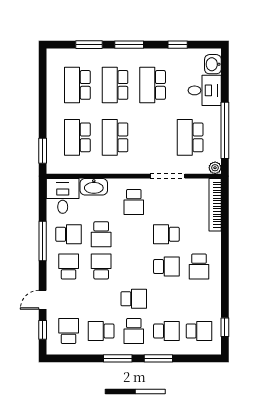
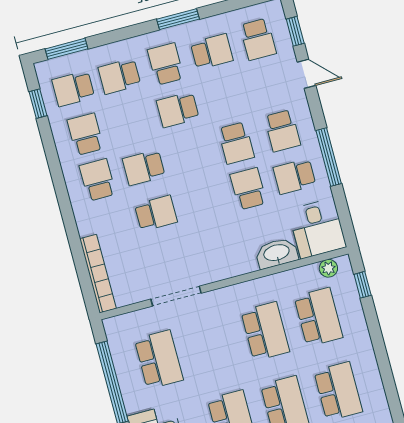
window: (43, 151) -> (363, 285), width x0.67
plant: (215, 168) -> (328, 268), moved
school desk: (134, 202) -> (85, 134), moved
door: (43, 300) -> (306, 74), hinge flipped
window: (158, 358) -> (67, 49), moved

